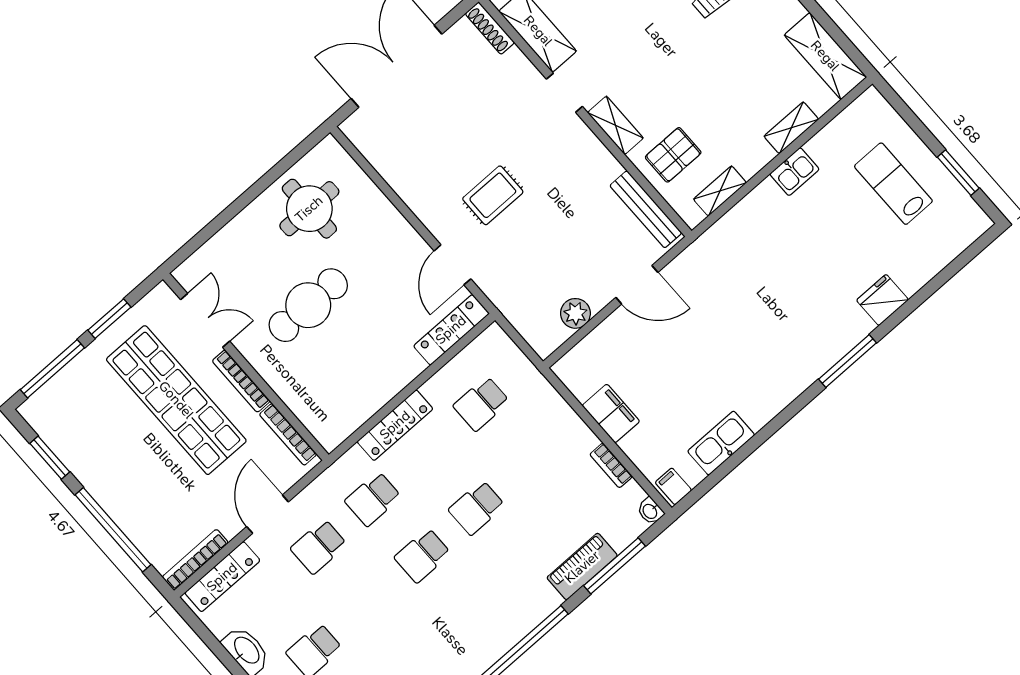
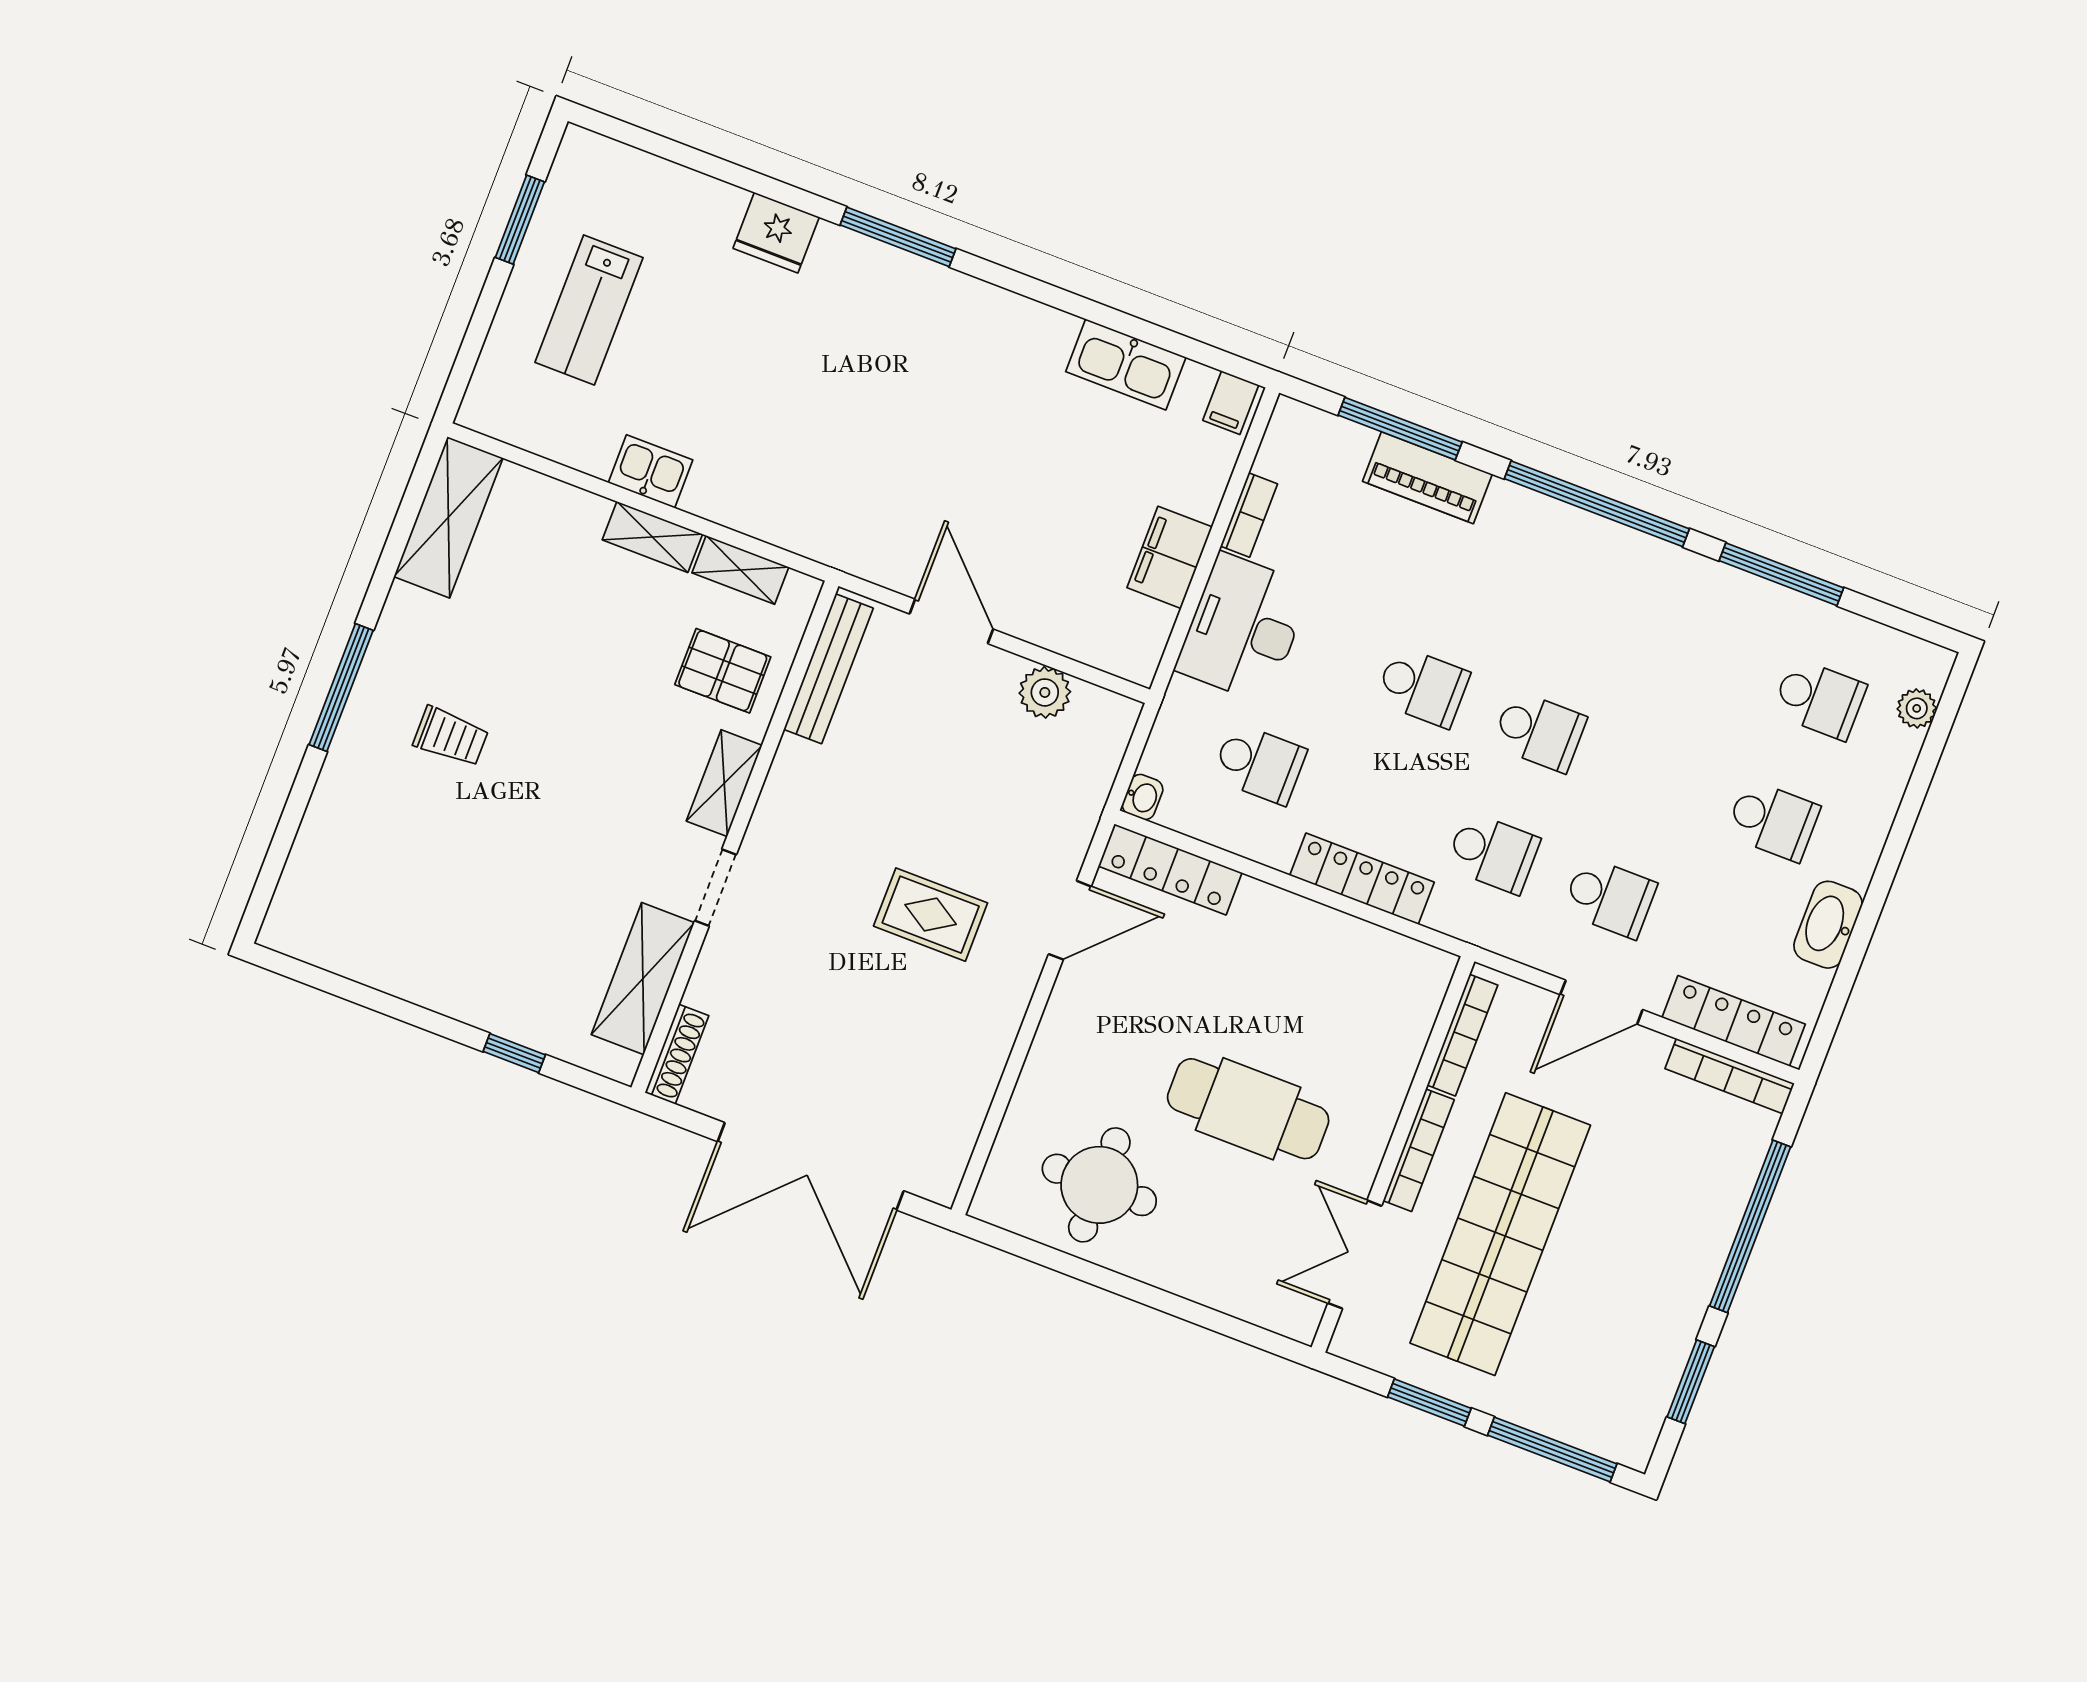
shelving: (791, 128) -> (652, 537), moved
desk: (555, 432) -> (1243, 628), added
washbasin: (650, 511) -> (1143, 797), moved

